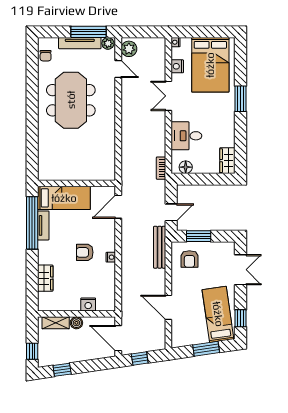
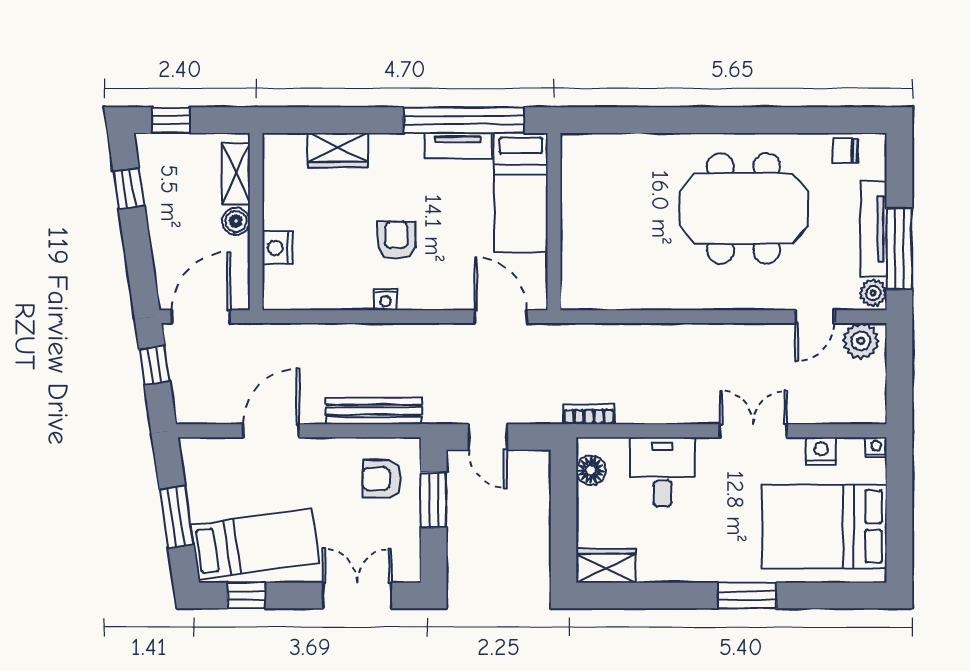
bench: (160, 247) -> (374, 411), moved
double door: (241, 270) -> (357, 595), swing flipped

